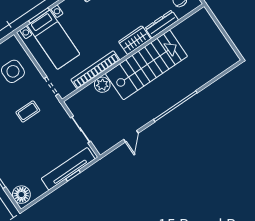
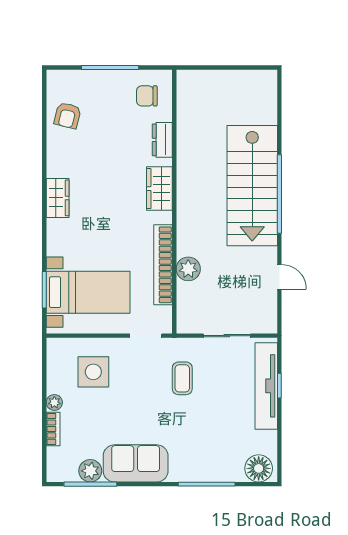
dresser: (162, 24) -> (162, 140), width x0.70
stairs: (146, 65) -> (252, 186), moved, turned 180
coffee table: (28, 111) -> (182, 378), moved

